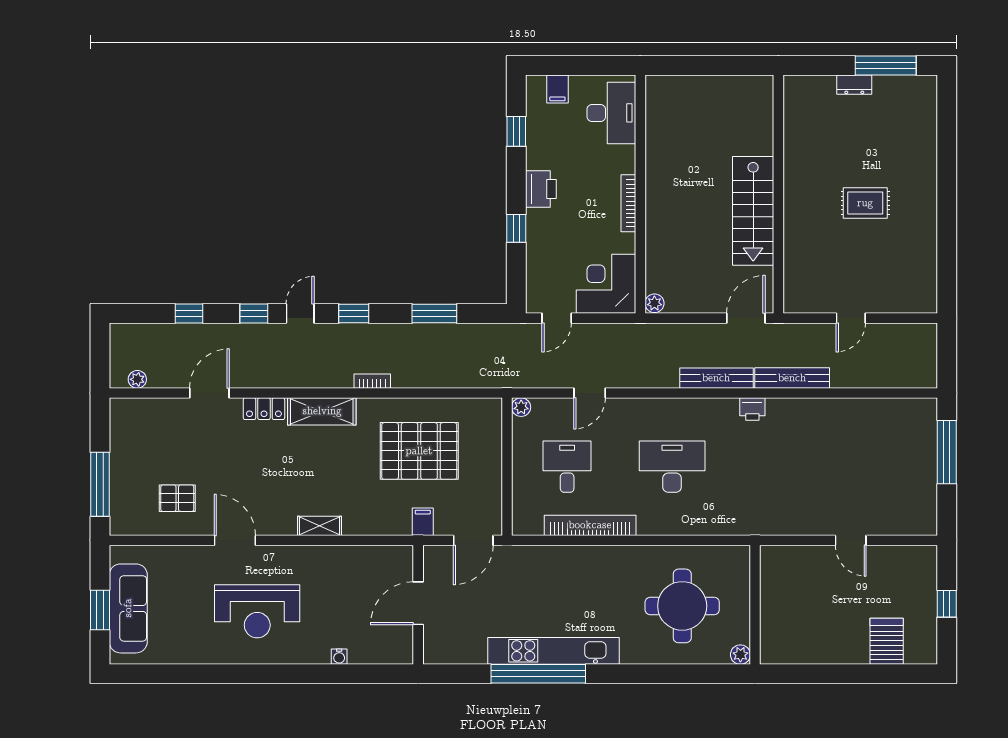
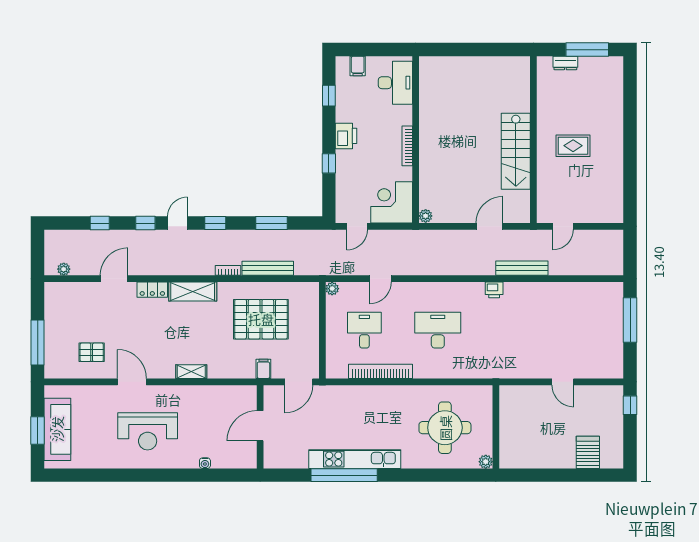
wall: (778, 194) -> (533, 140), moved
stairs: (753, 211) -> (516, 151), moved
bench: (716, 378) -> (268, 268), moved
window: (947, 604) -> (630, 405), moved

